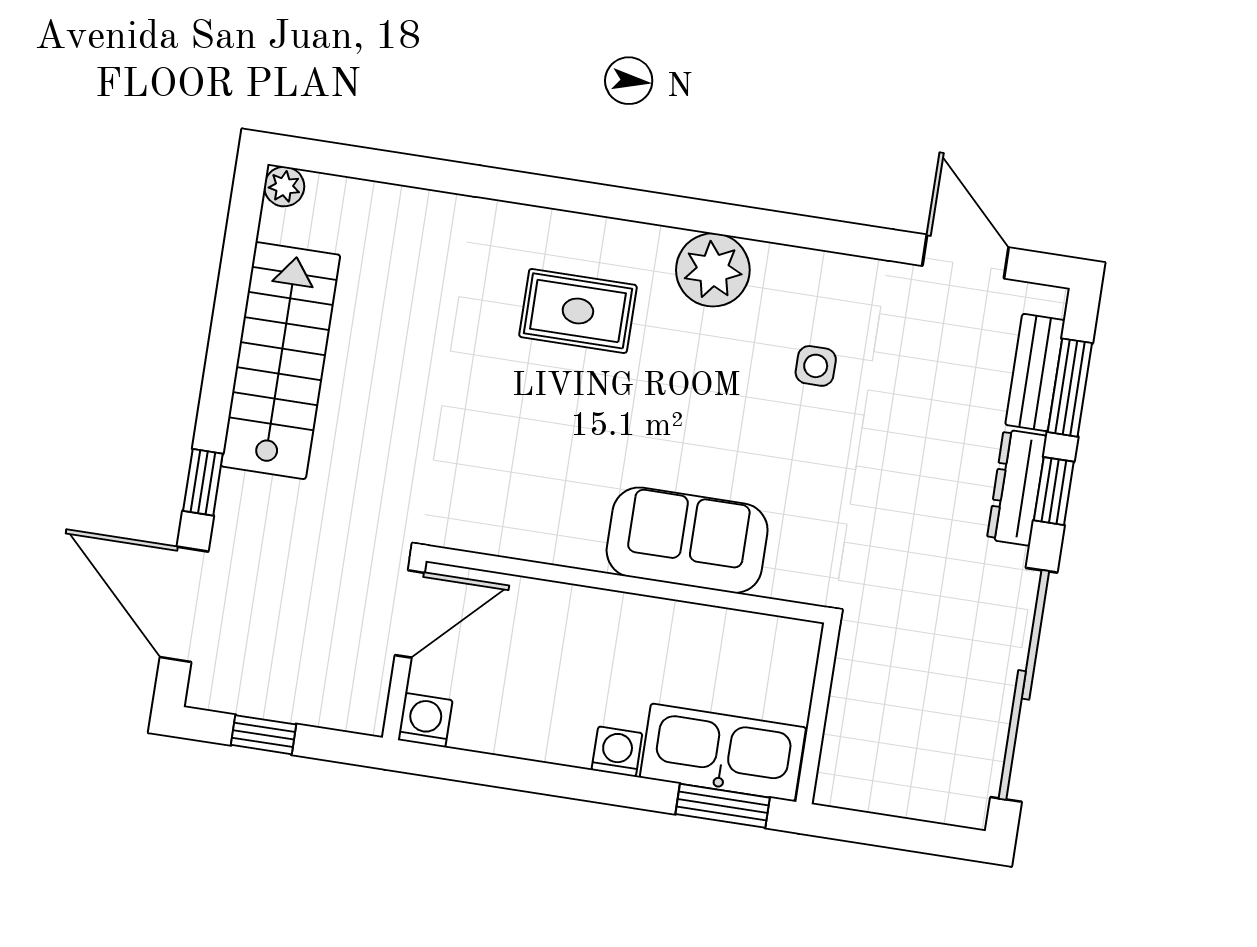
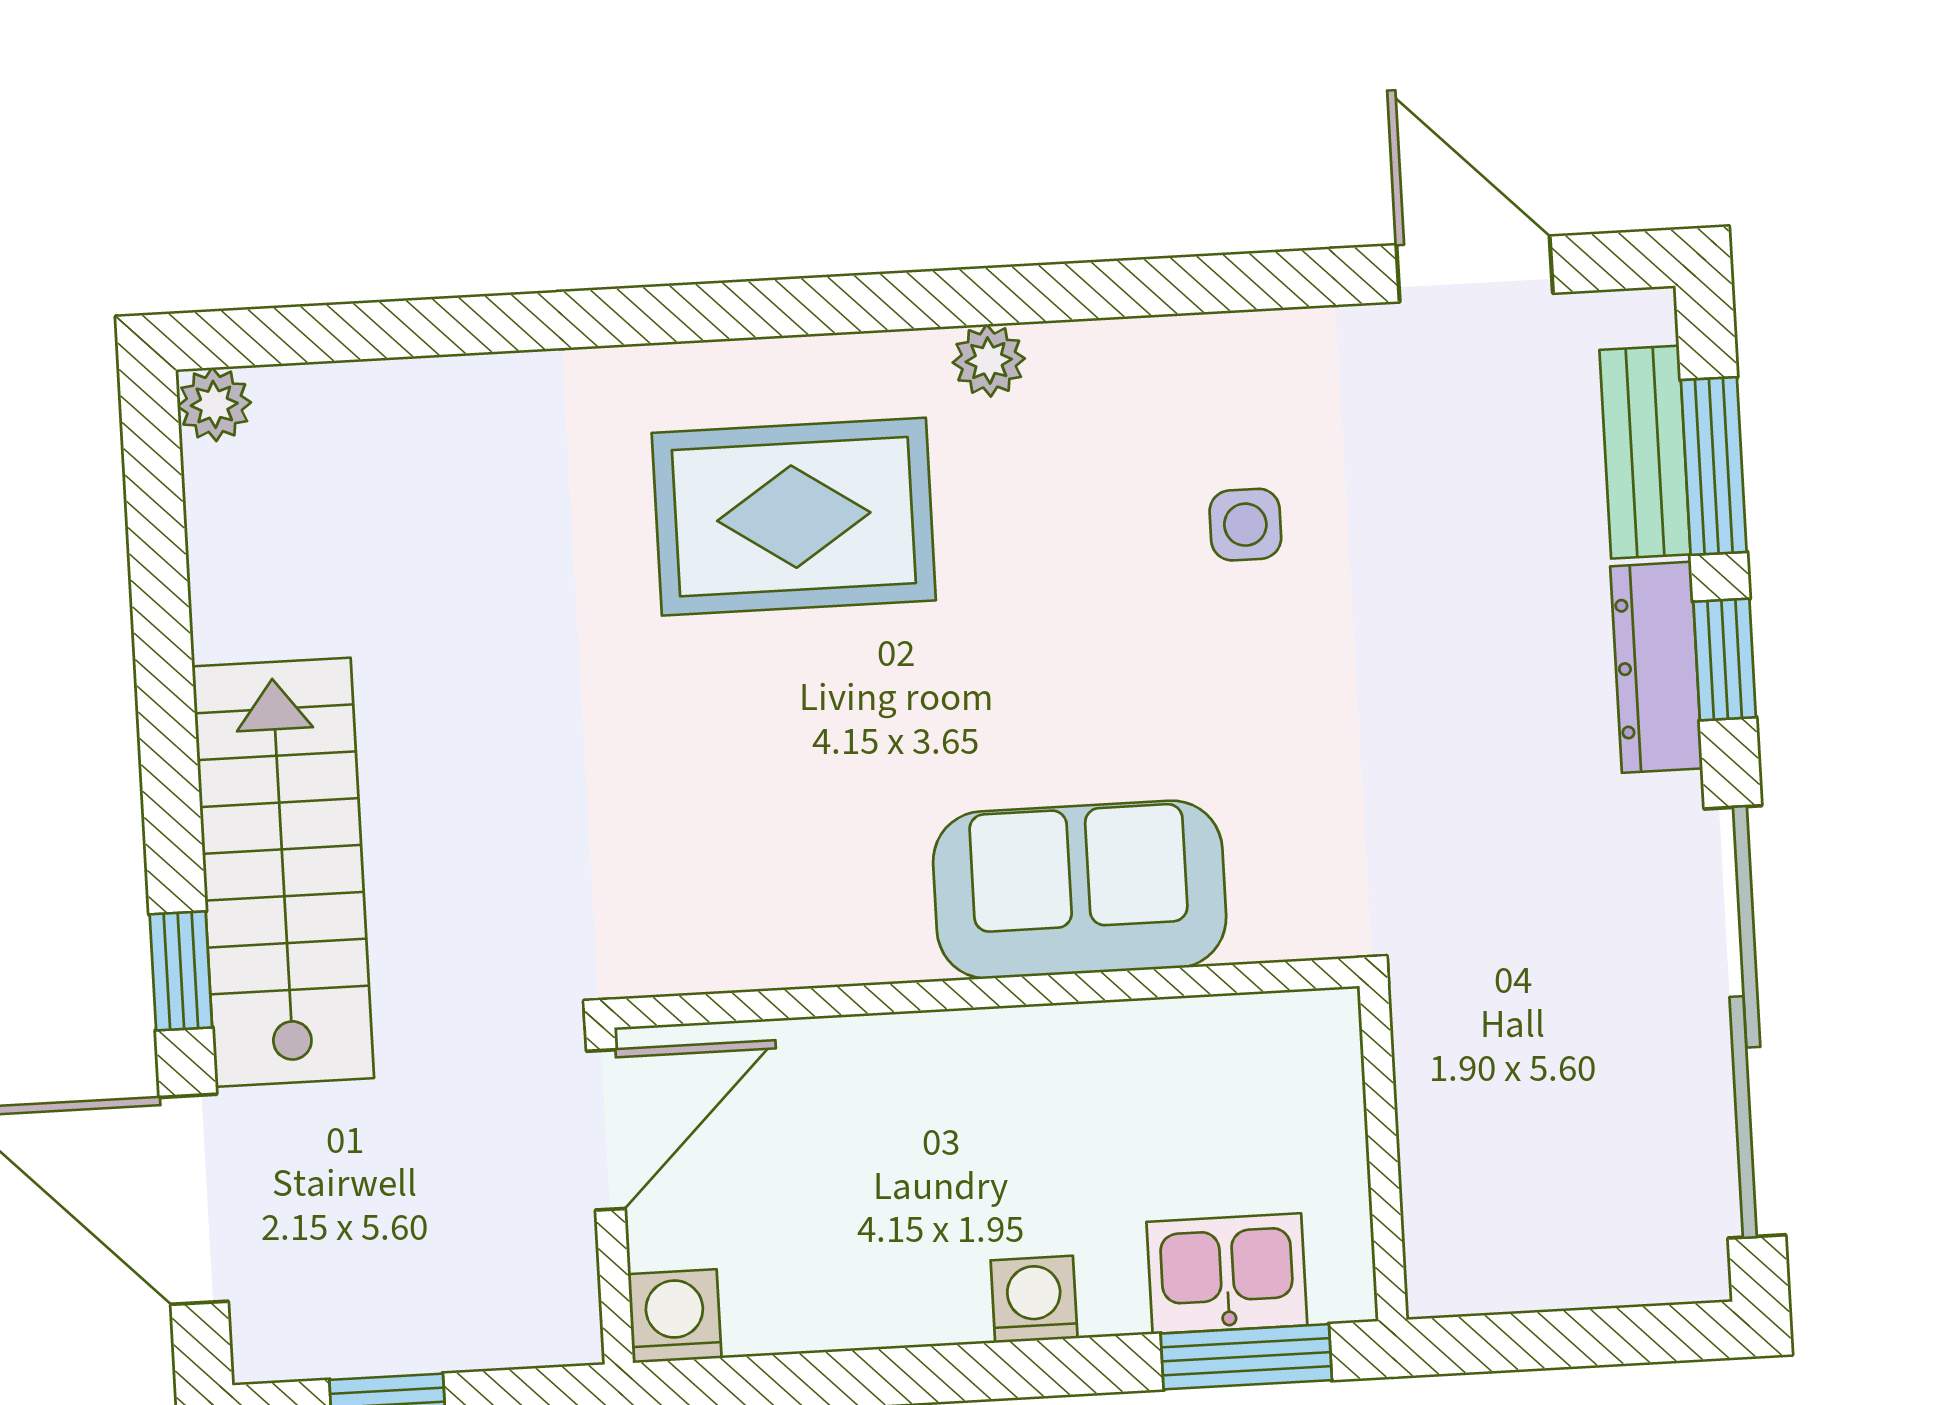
plant: (713, 270) -> (989, 360), width x0.53, depth x0.53
rug: (578, 311) -> (794, 517), width x1.36, depth x1.43
stairs: (281, 361) -> (283, 872), moved
kitchen sink: (723, 752) -> (1227, 1274), width x0.53, depth x0.81

